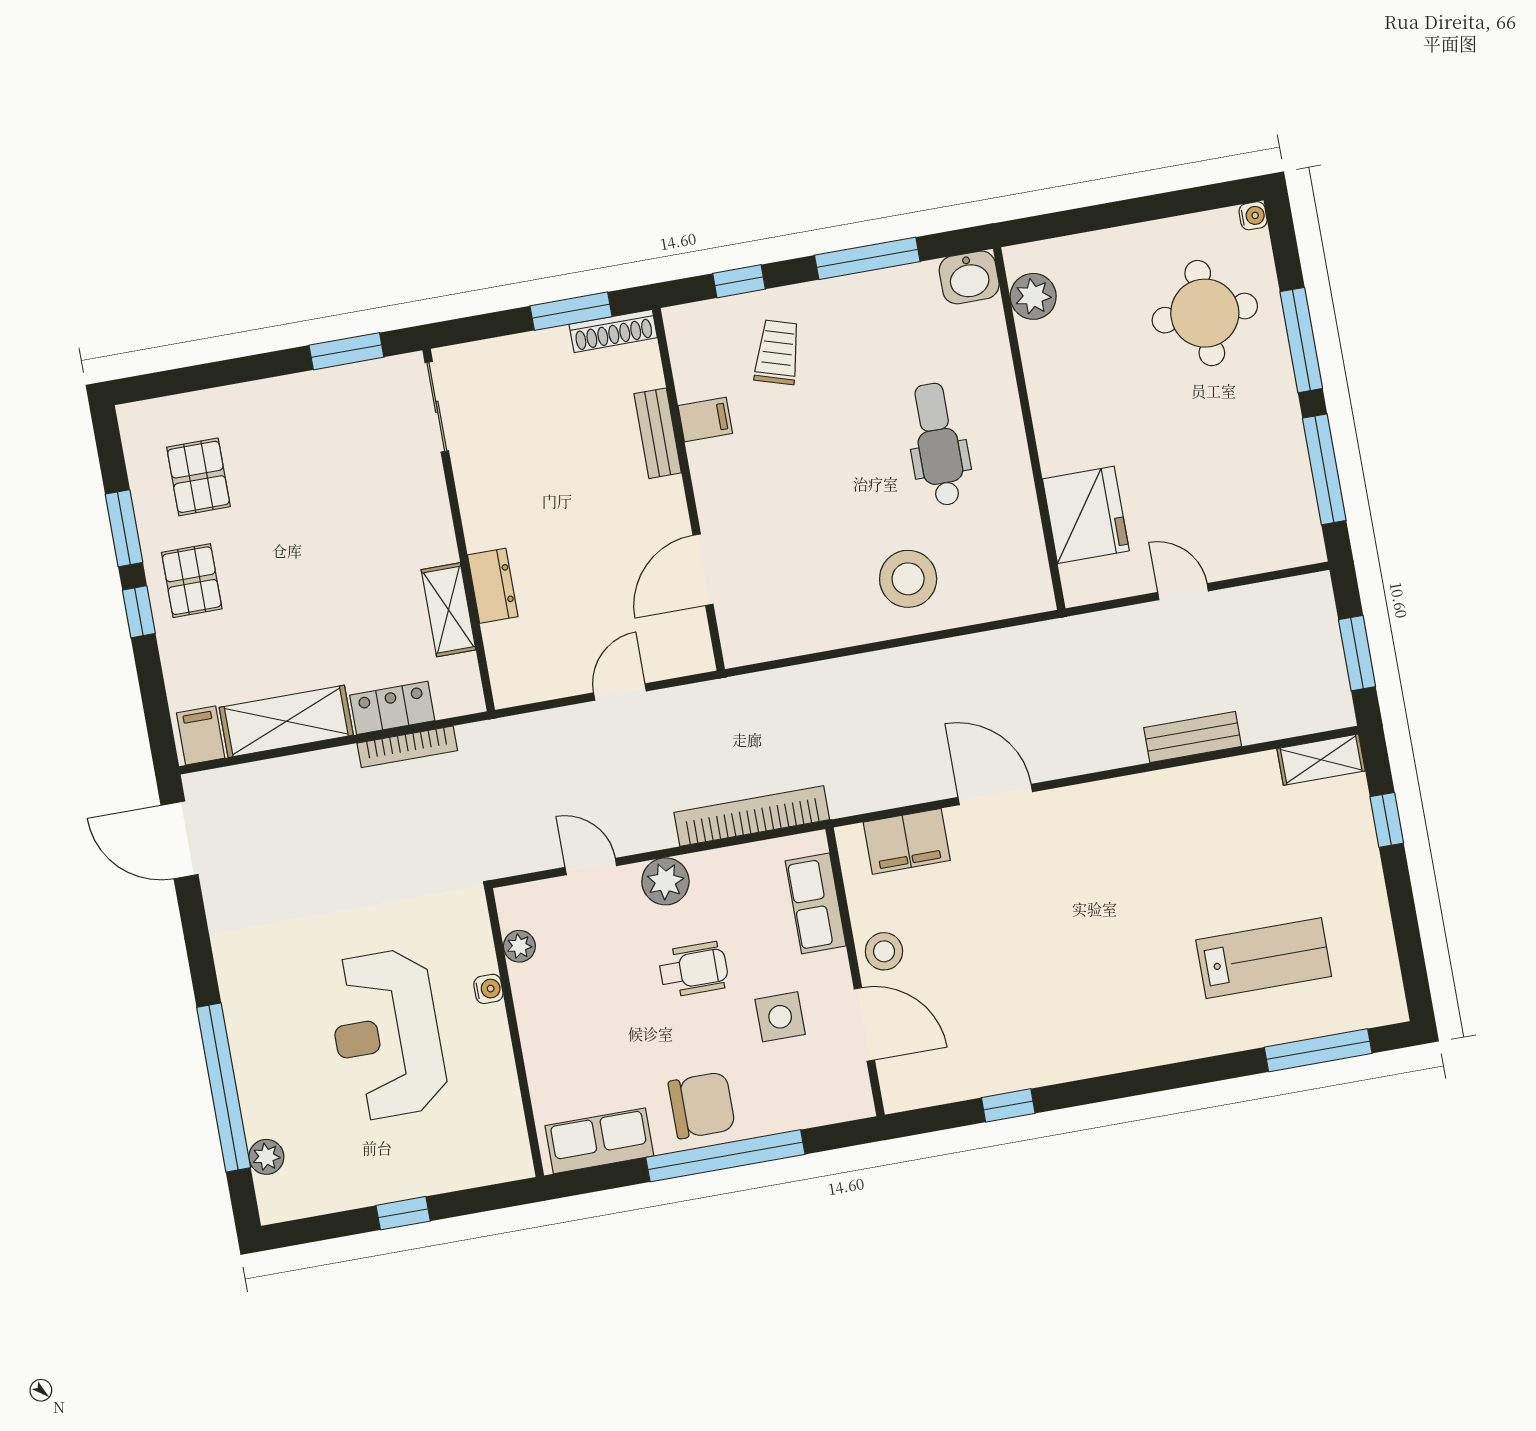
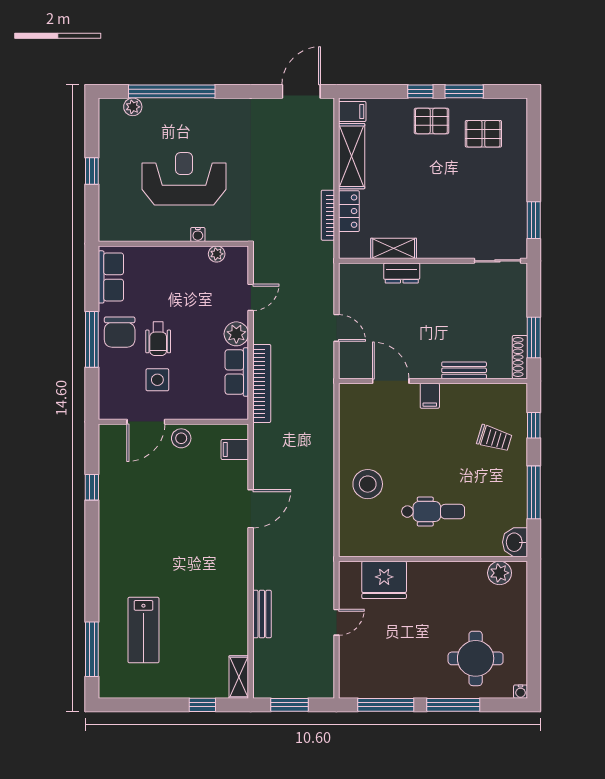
filing cabinet: (705, 419) -> (430, 396), moved
filing cabinet: (907, 841) -> (235, 450), width x0.50
row of seats: (816, 903) -> (237, 372), moved, turned -90
wheelchair: (694, 969) -> (158, 339), moved
window: (725, 1156) -> (92, 339), width x0.68

